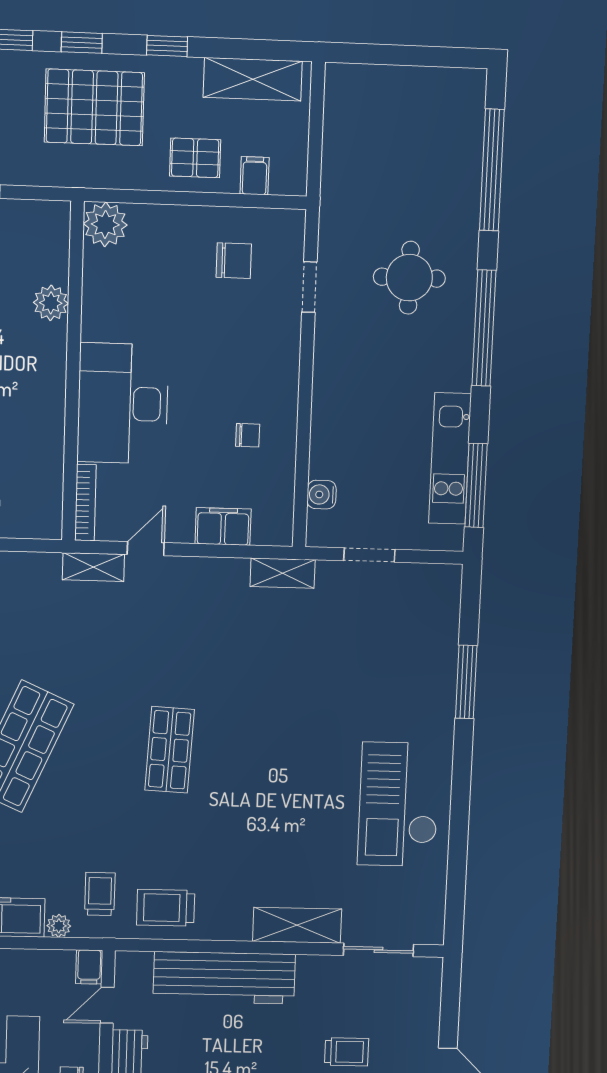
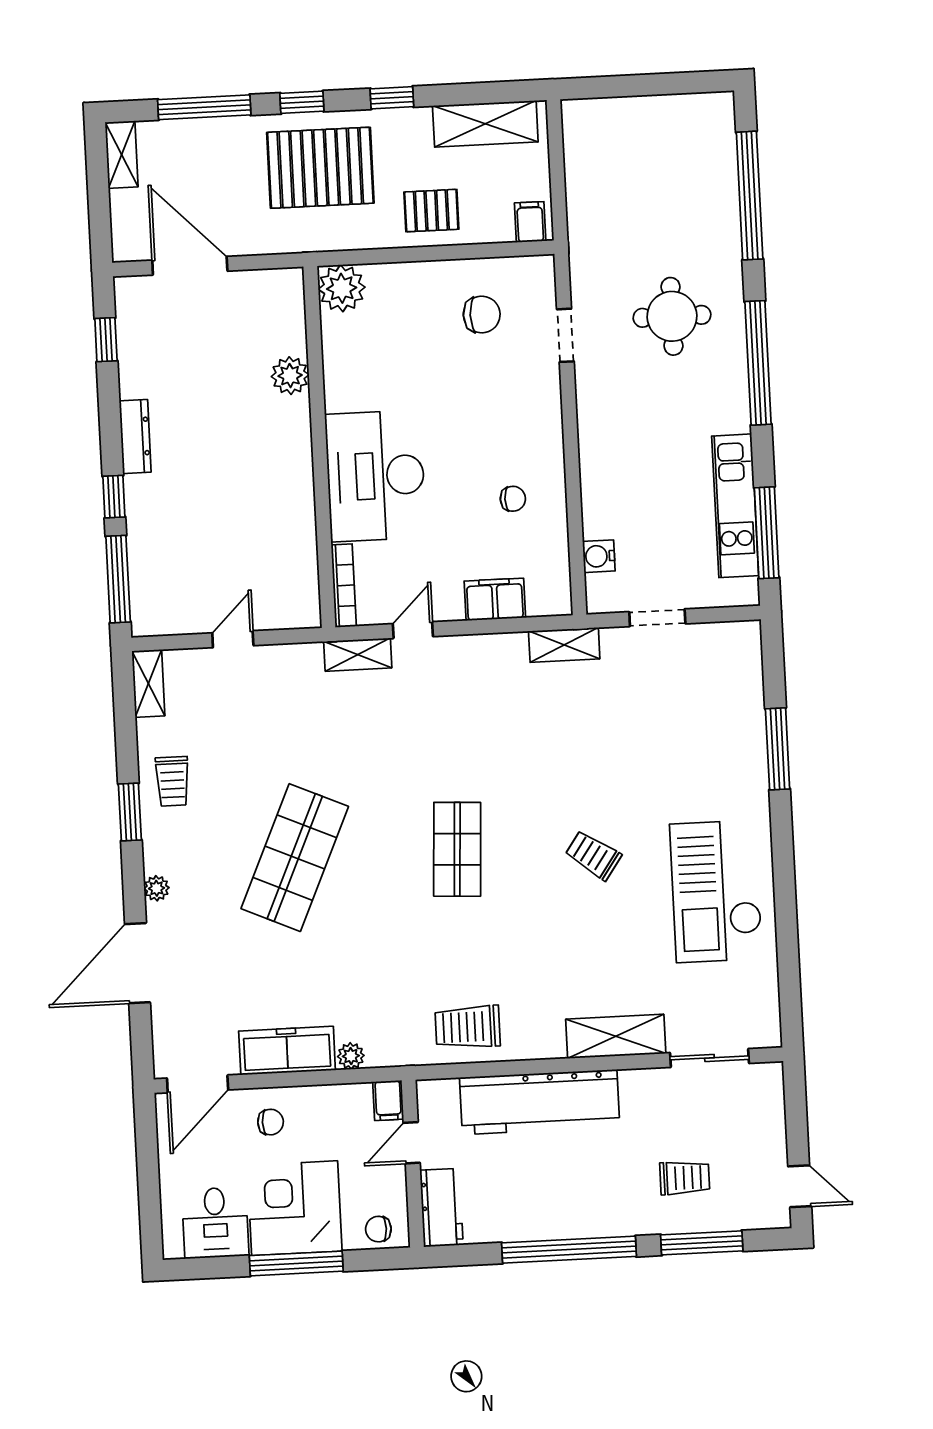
filing cabinet: (255, 176) -> (530, 222), moved
trolley: (100, 894) -> (593, 855), moved, turned -55

